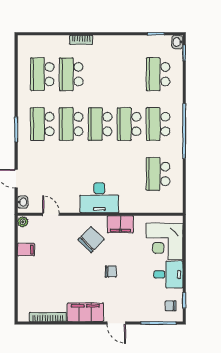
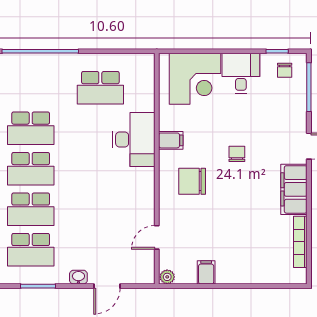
school desk: (158, 124) -> (31, 88), removed
desk: (99, 198) -> (134, 139), moved
washbasin: (23, 202) -> (78, 277), moved
filing cabinet: (120, 224) -> (171, 140), width x0.50
chair: (91, 240) -> (192, 181), turned -45

